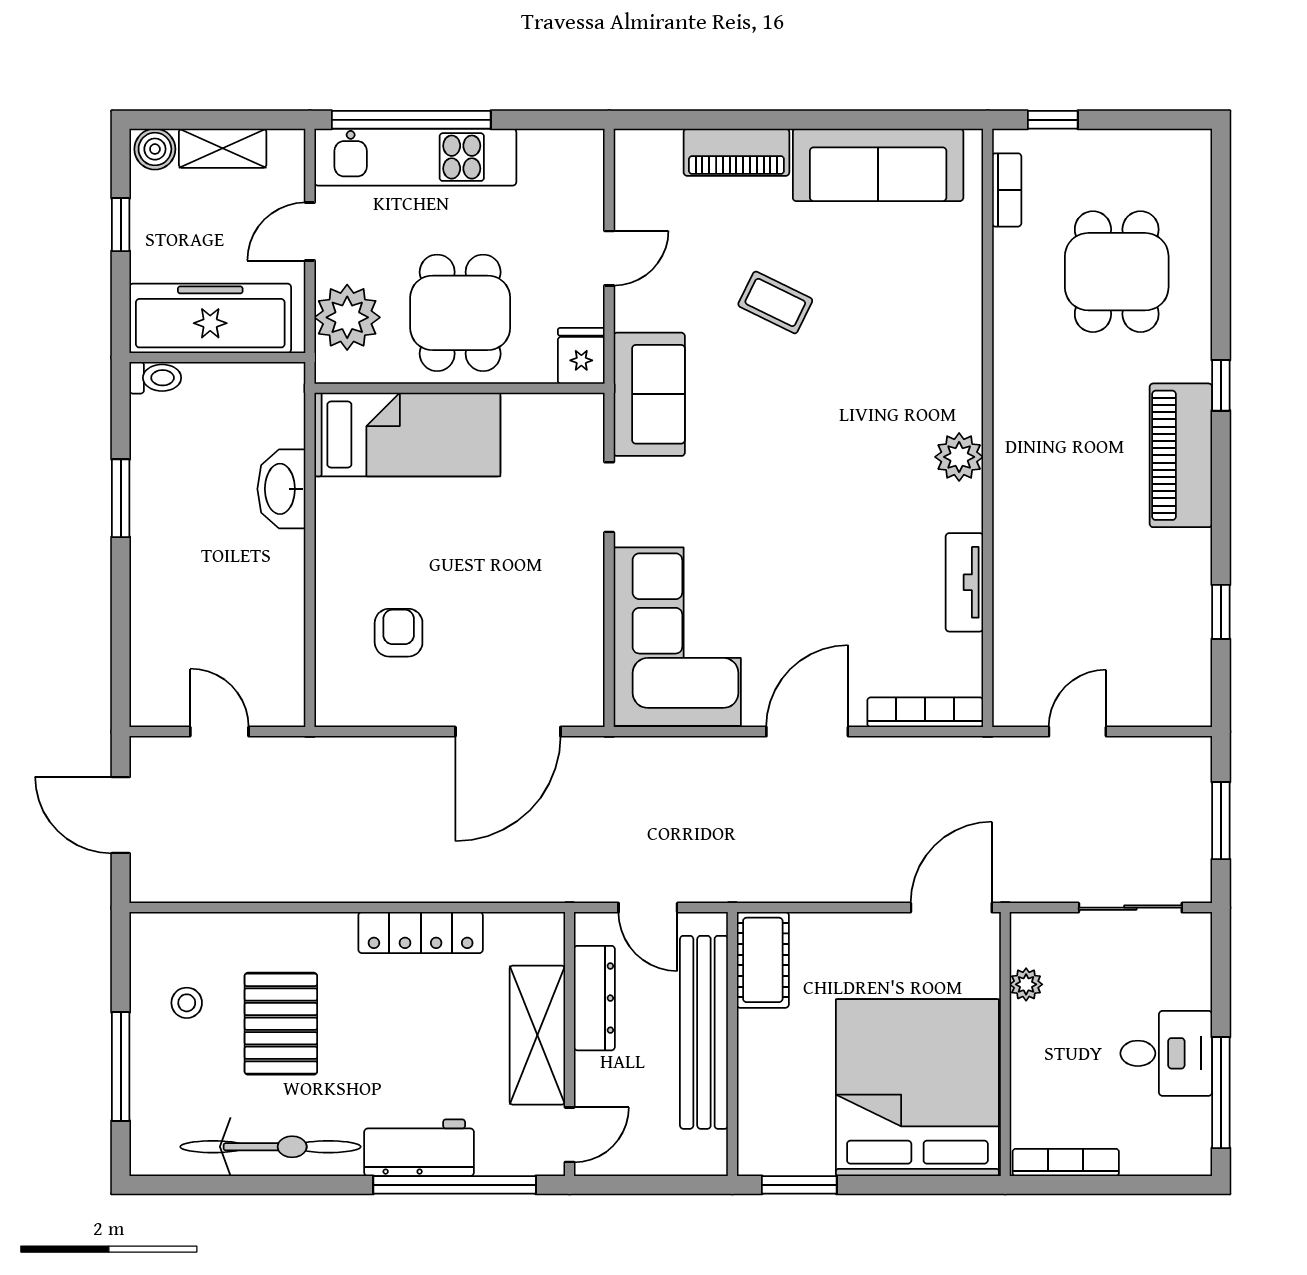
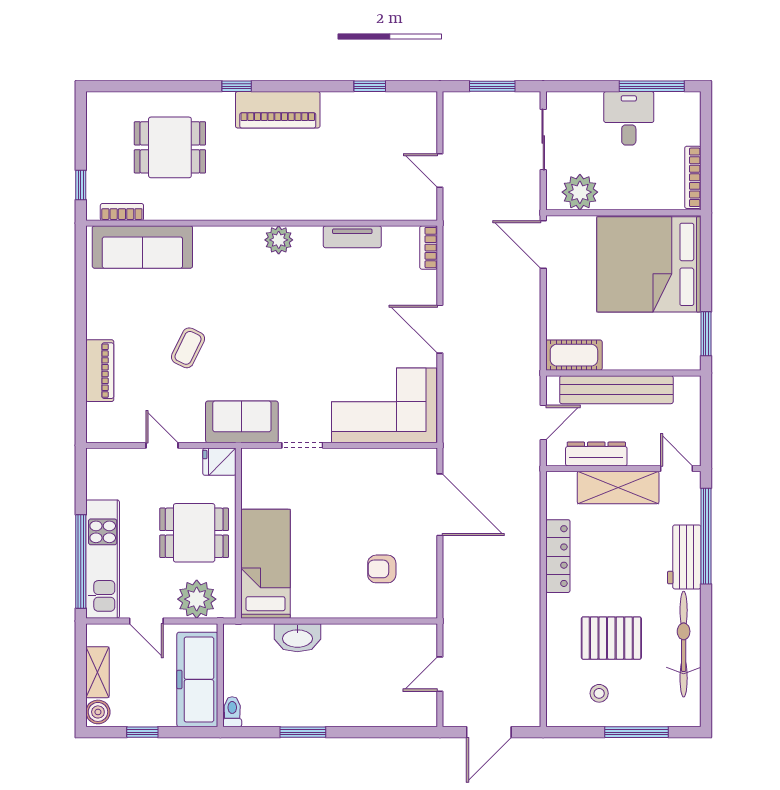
sofa: (878, 165) -> (142, 247), moved, turned 90
bookcase: (925, 712) -> (429, 248), width x0.64
plant: (1026, 984) -> (580, 192), width x1.88, depth x1.88

